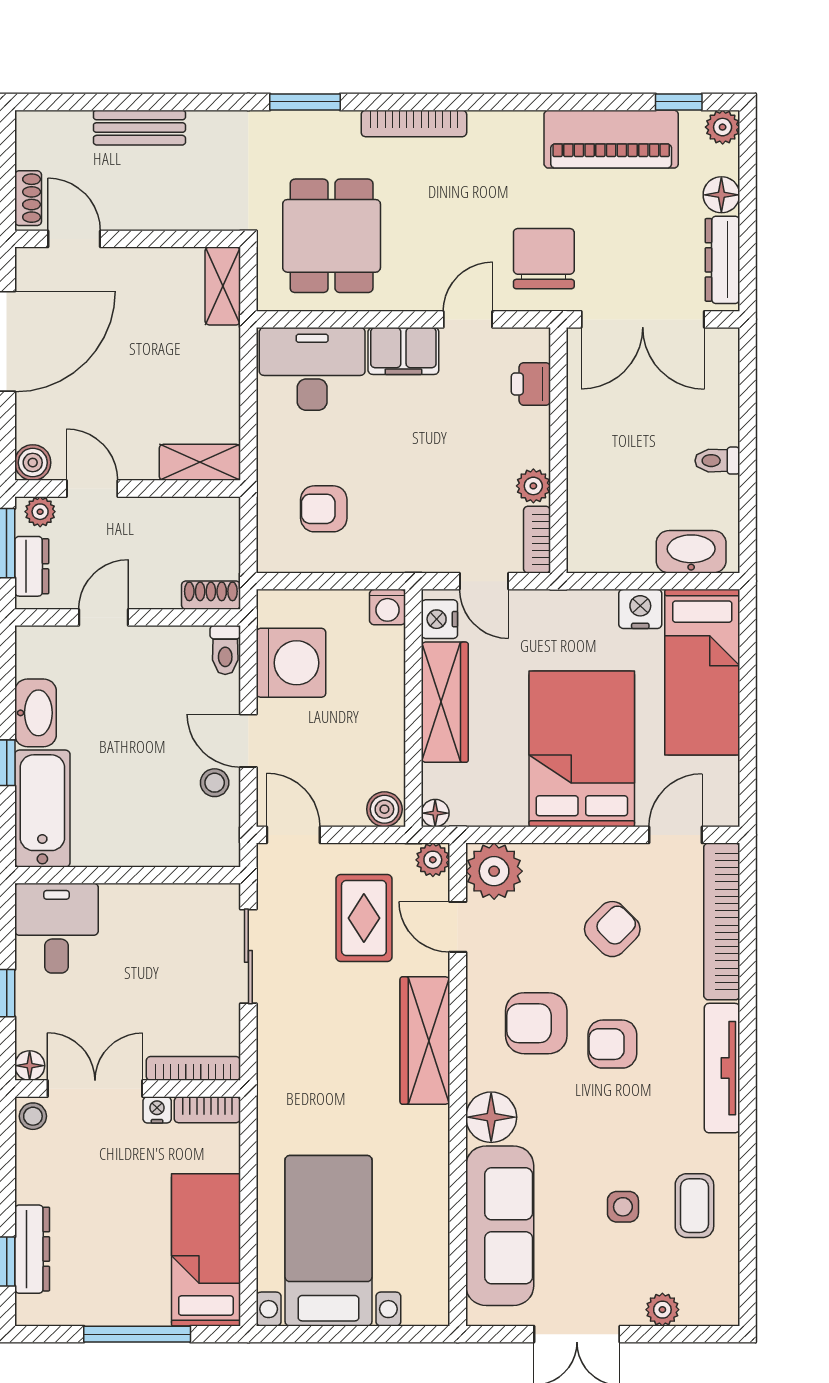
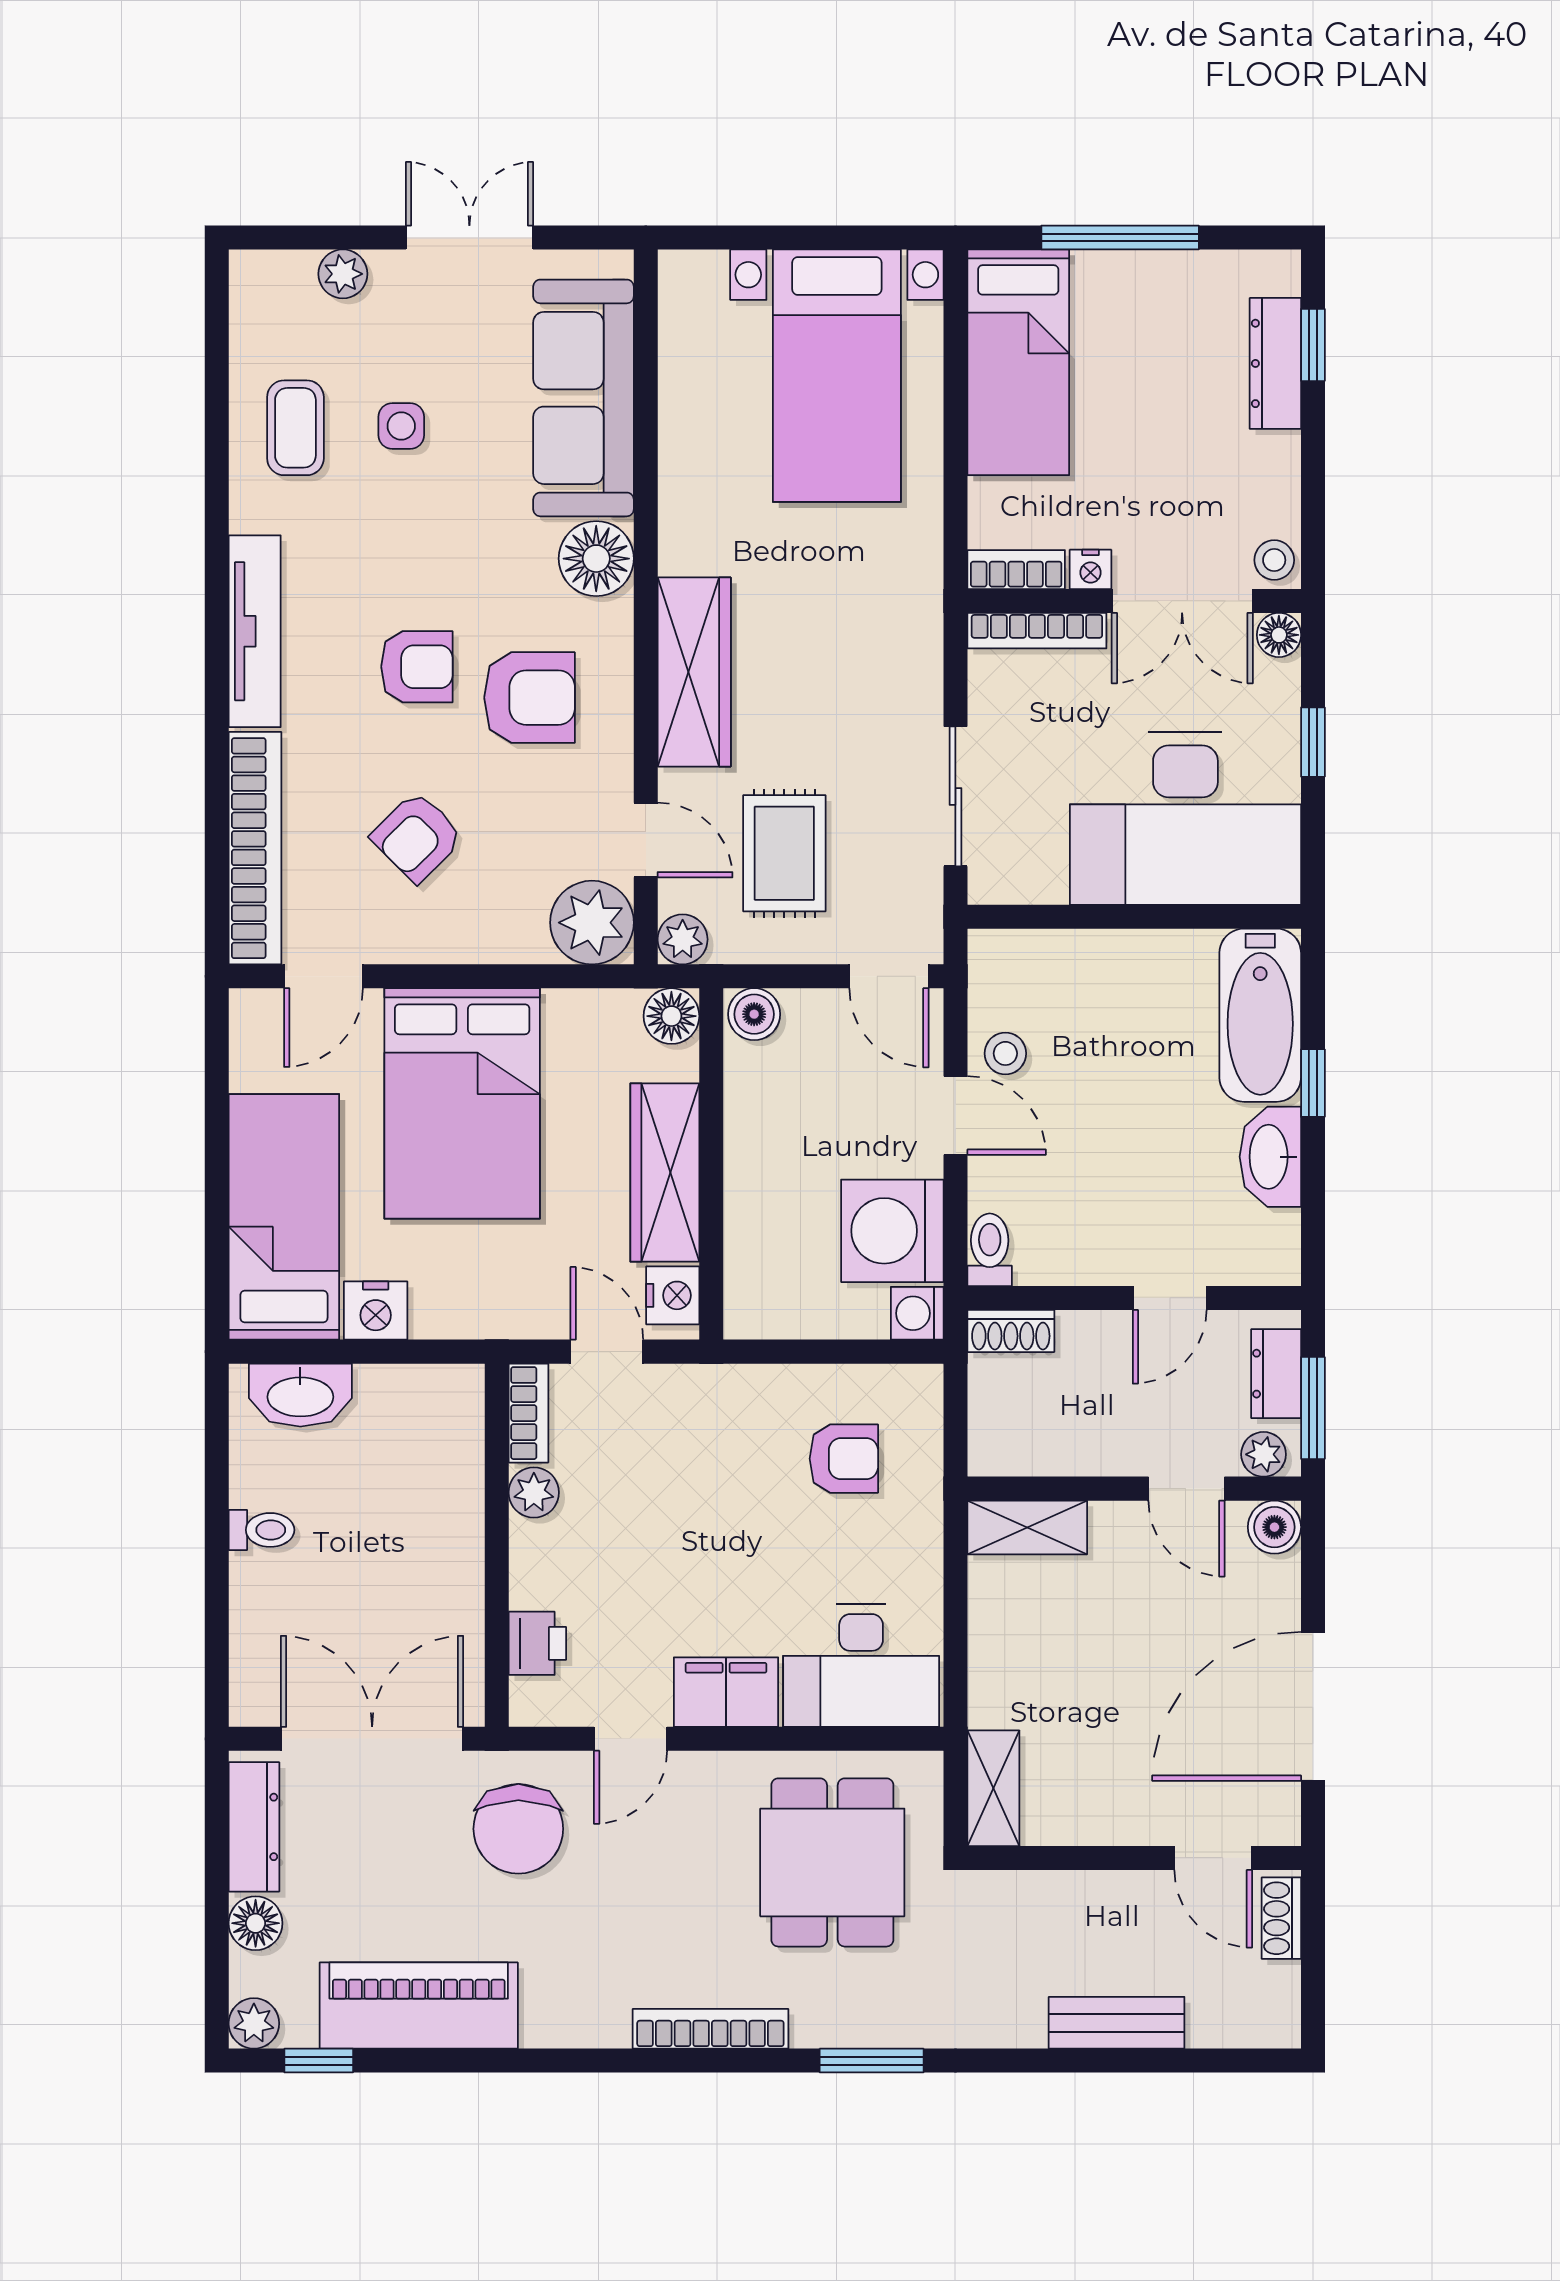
washing machine: (388, 607) -> (917, 1313), moved, turned -90
floor lamp: (435, 813) -> (671, 1016), width x1.37, depth x1.37
desk: (56, 928) -> (1185, 818), width x1.87, depth x1.30

